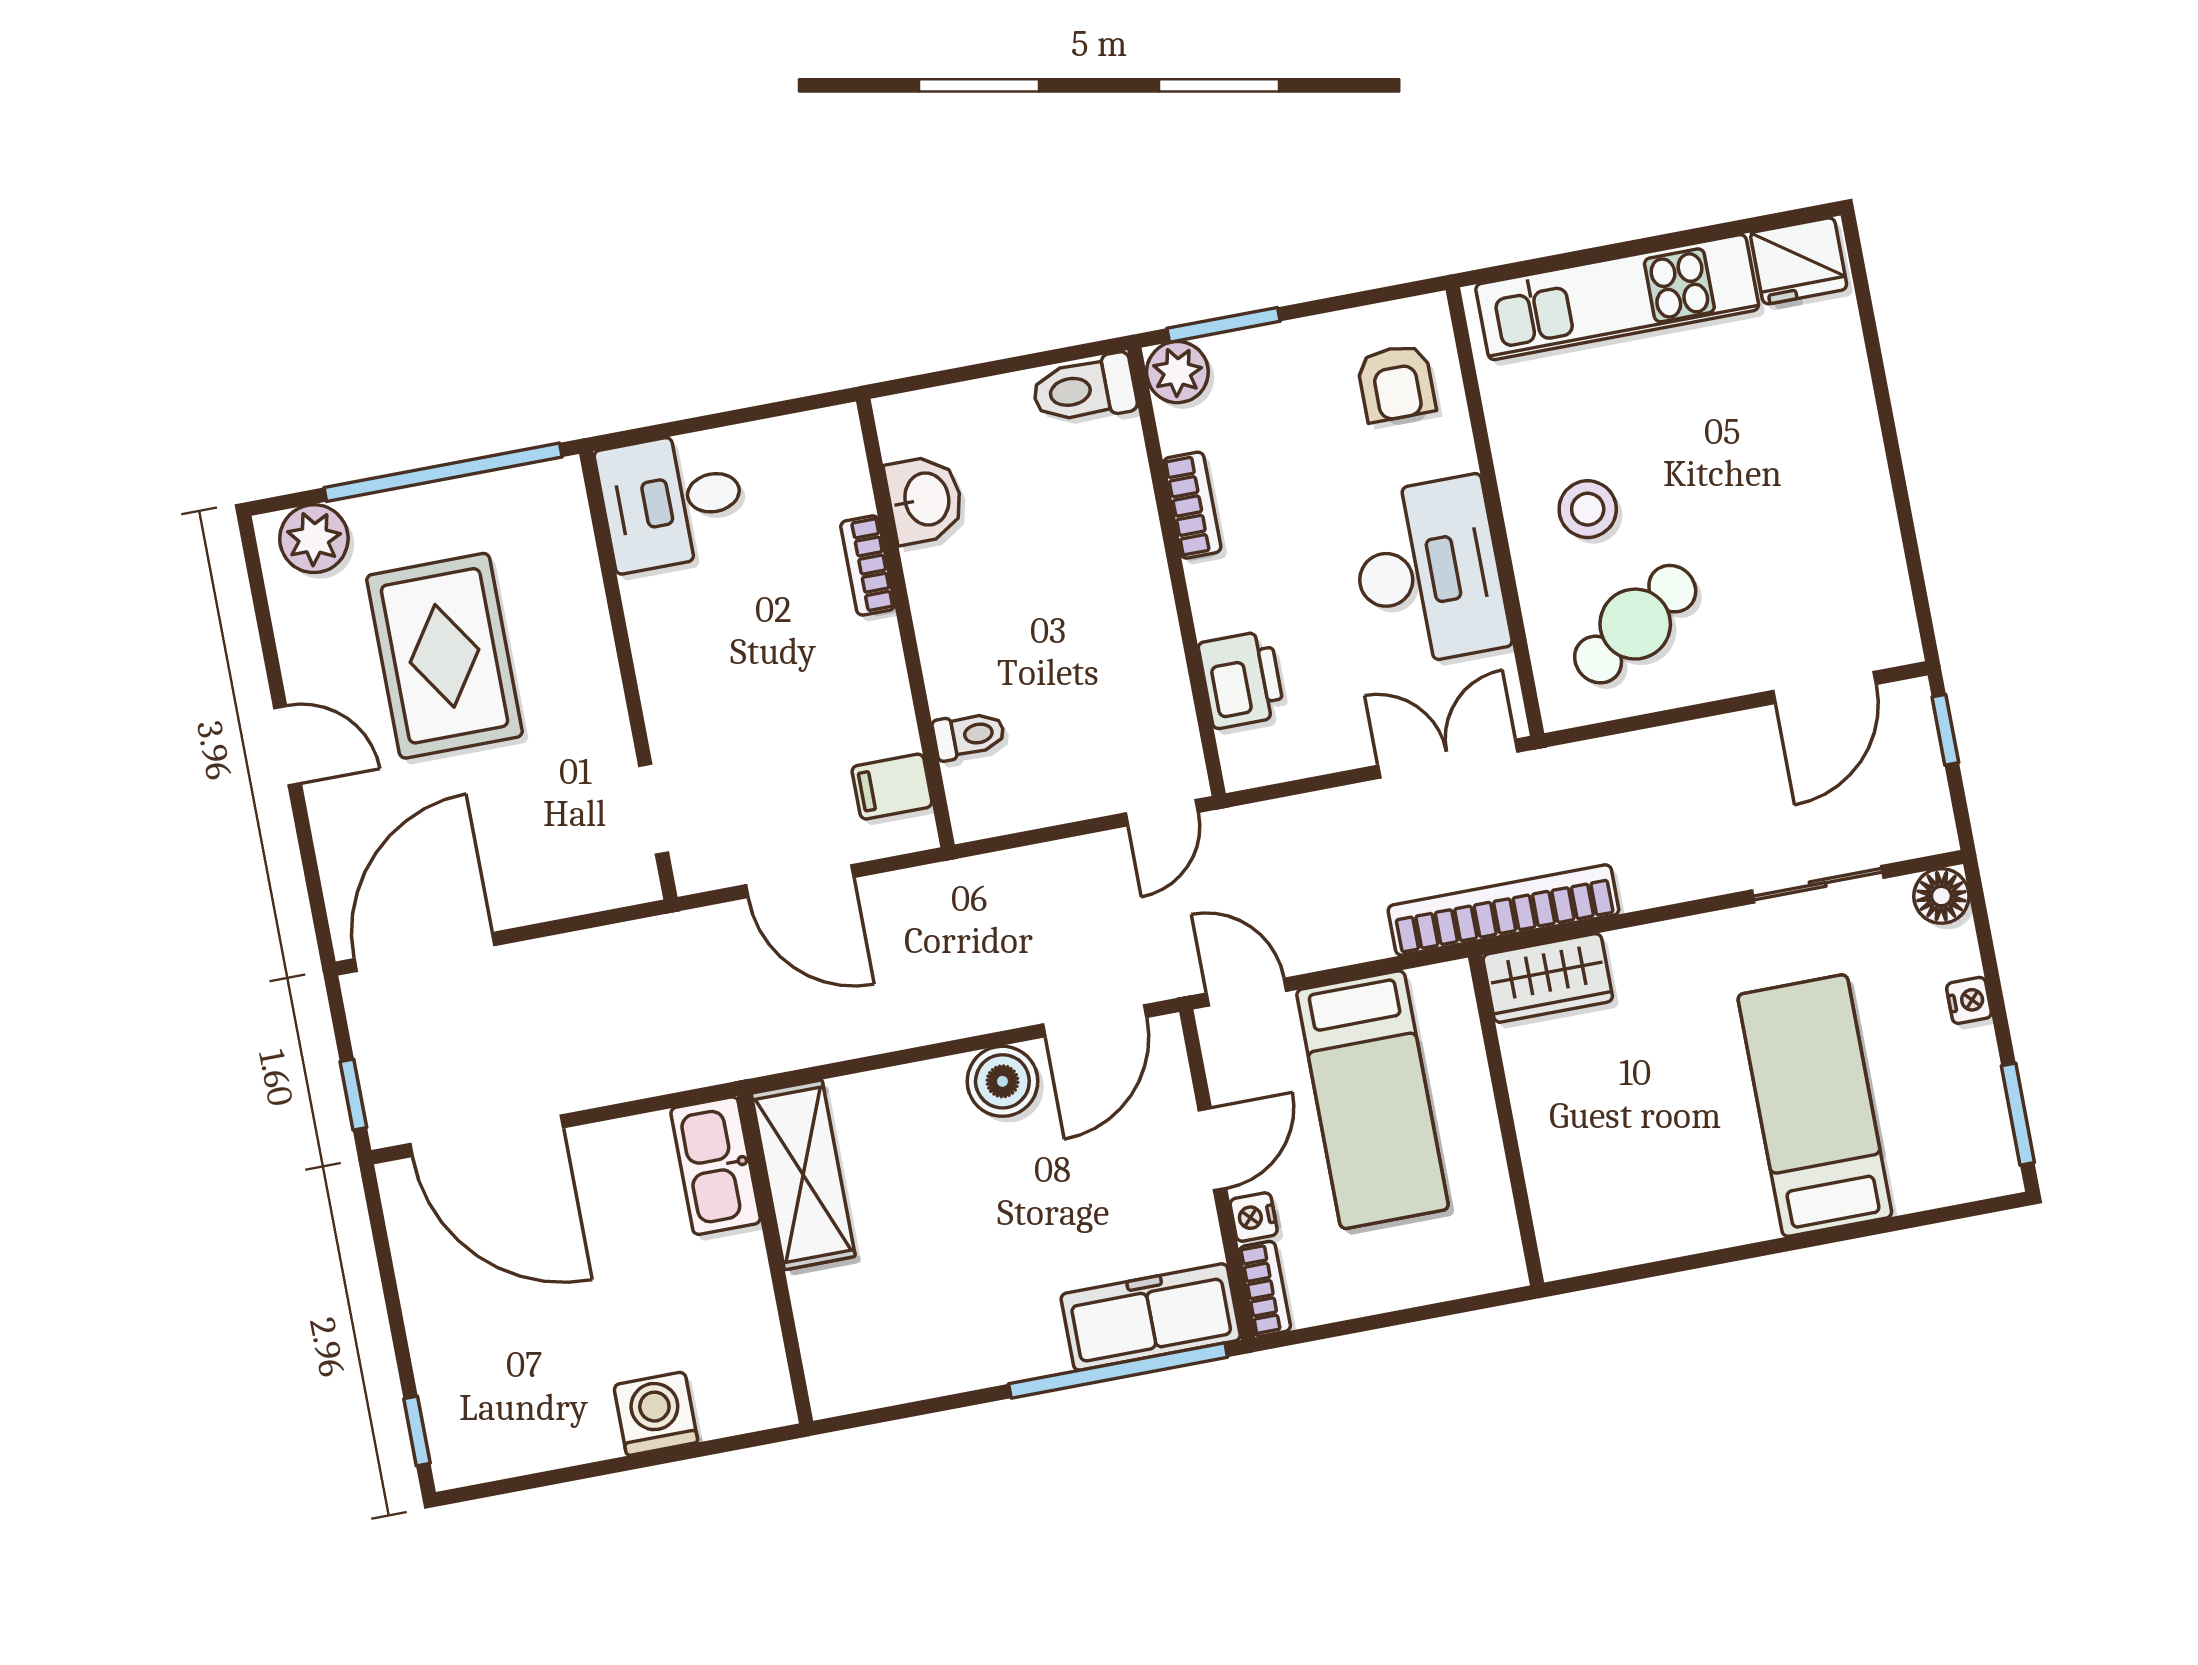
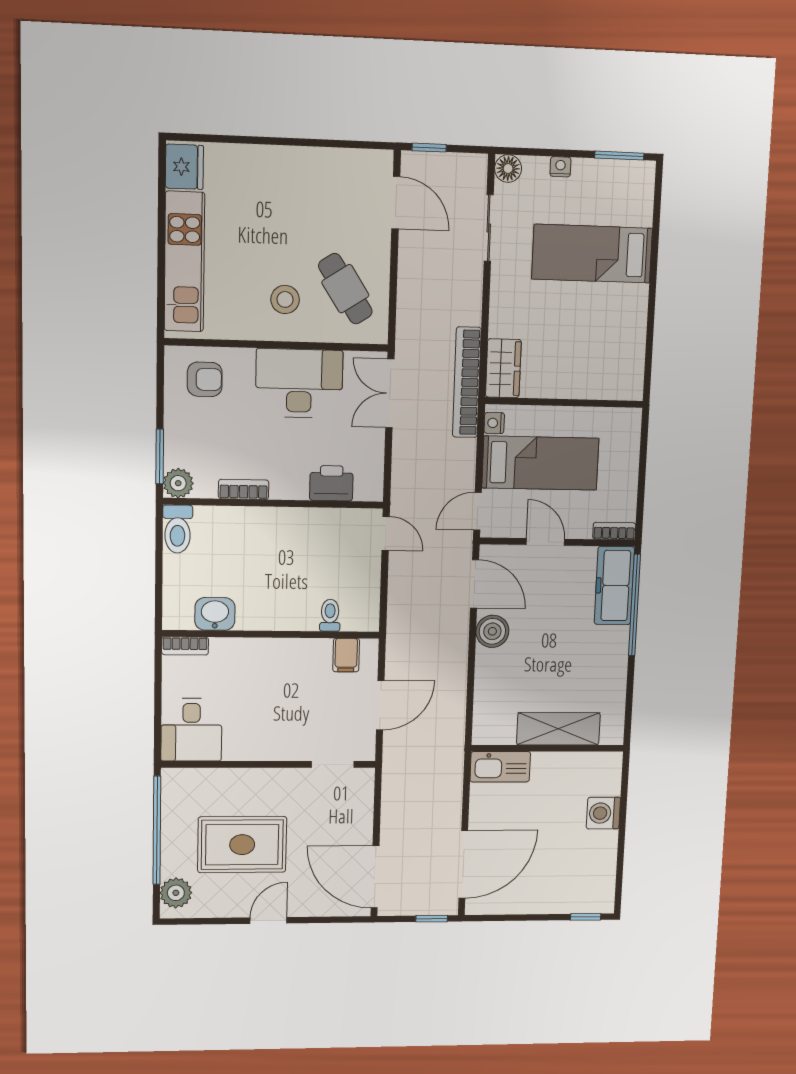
bookcase: (868, 565) -> (185, 646), moved
shelving: (803, 1175) -> (558, 729), moved
nightstand: (1254, 1217) -> (494, 423), moved, turned 90

